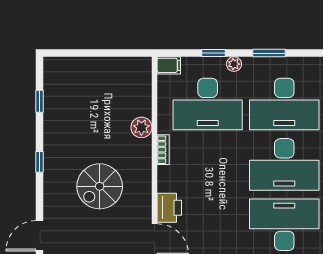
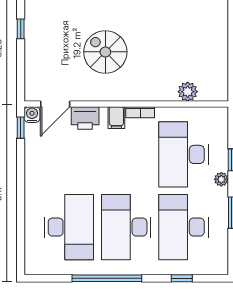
filing cabinet: (169, 65) -> (116, 118), moved
plant: (141, 127) -> (188, 92), moved

